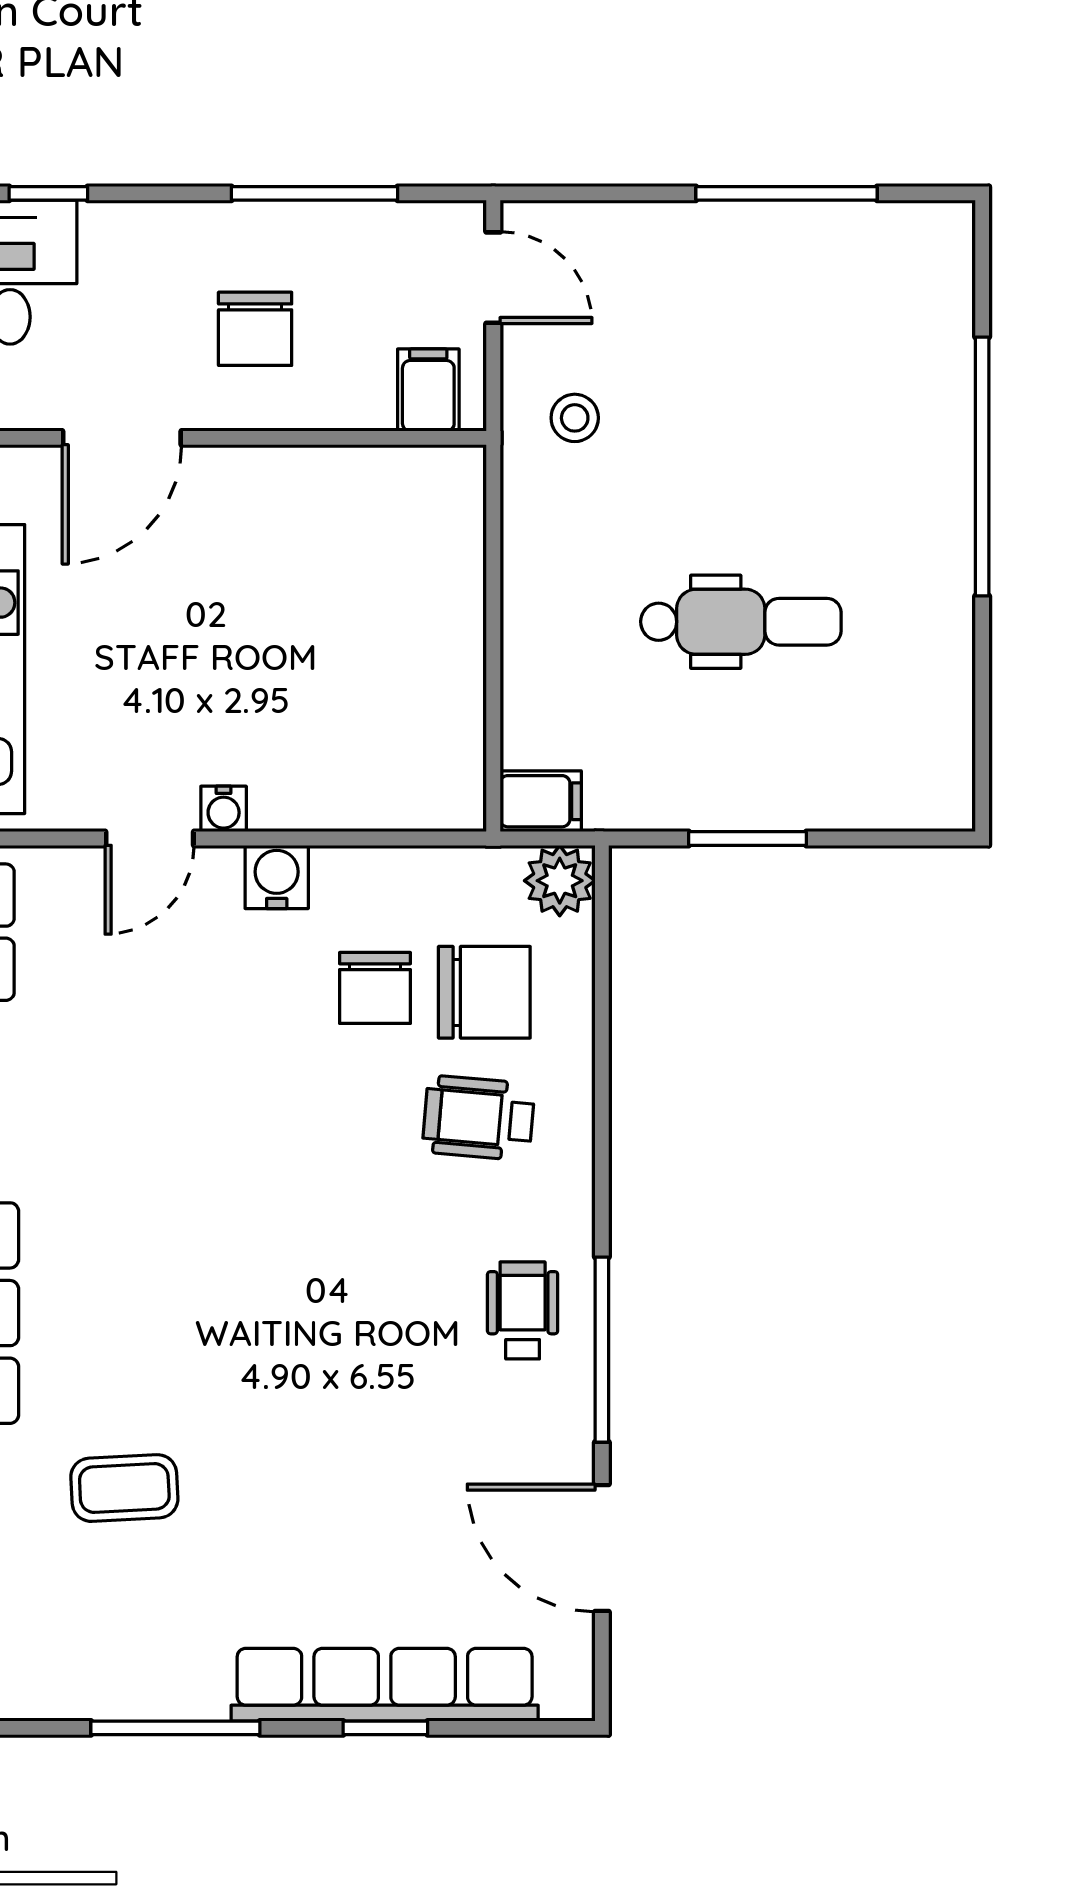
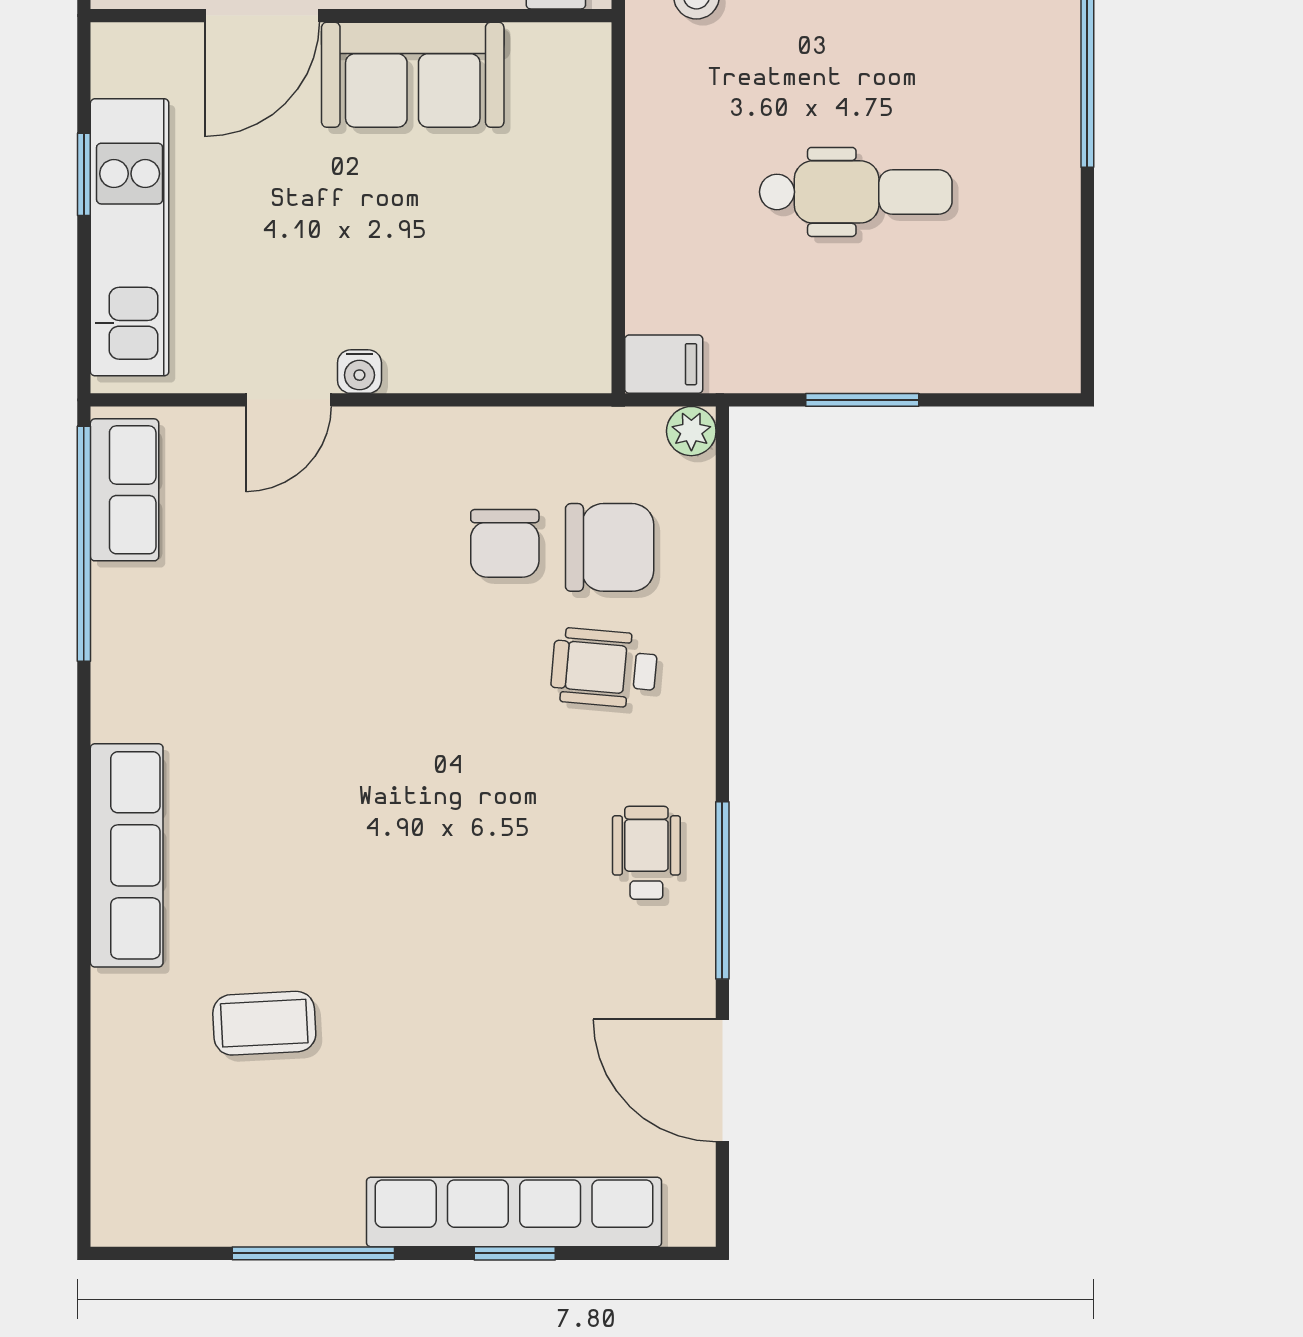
sofa: (279, 500) -> (413, 75), added
water cooler: (277, 877) -> (410, 437), removed
plant: (560, 881) -> (691, 431), width x0.73, depth x0.73

